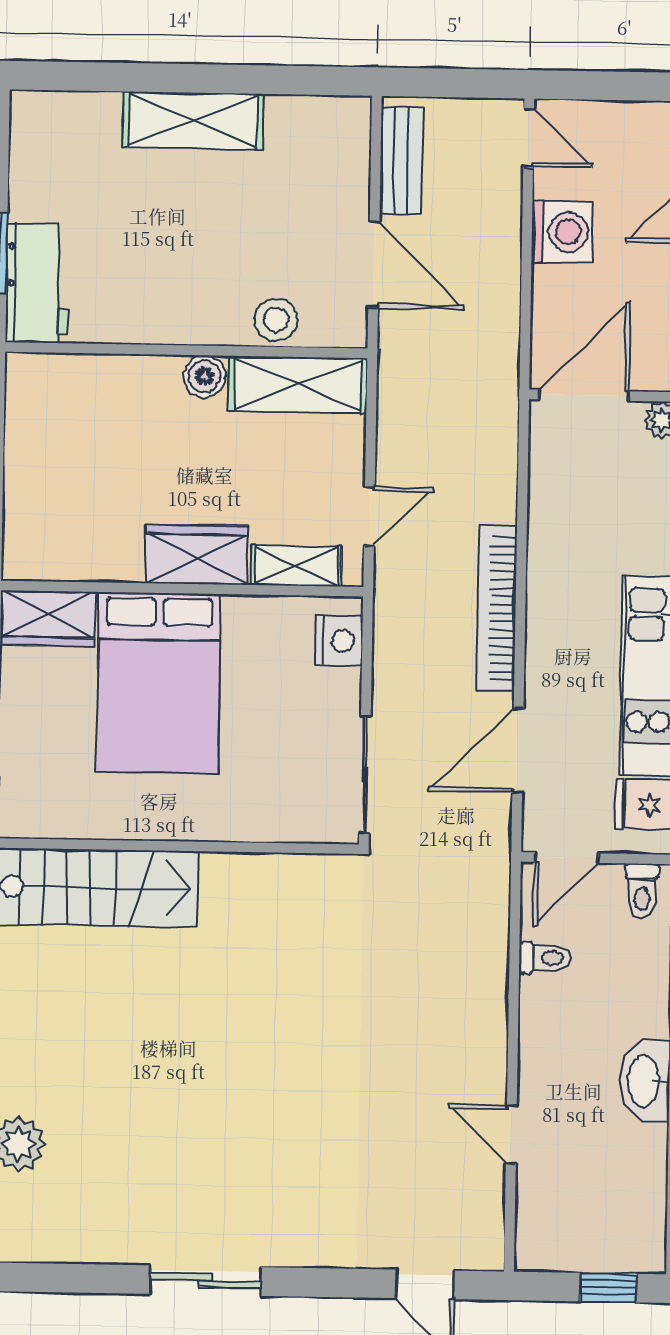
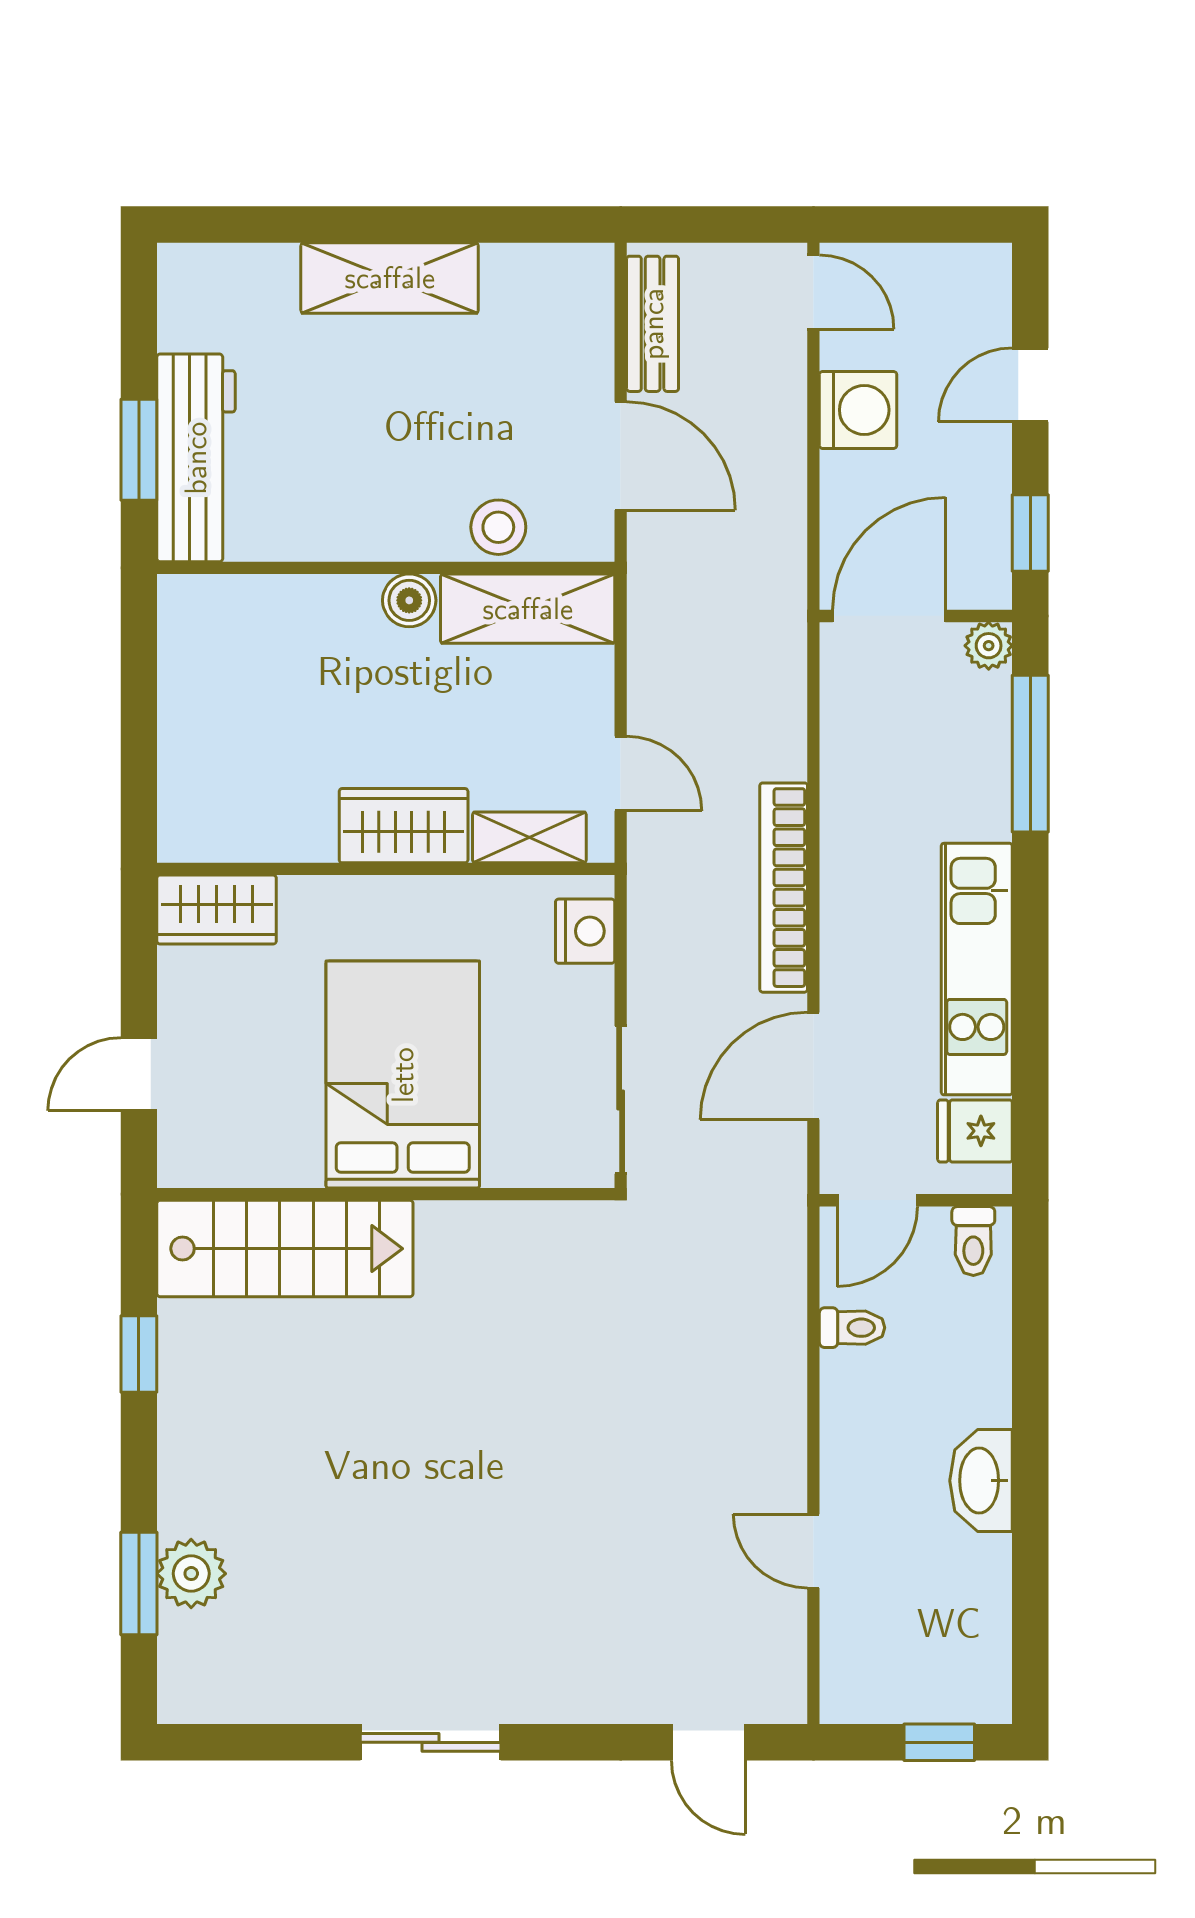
workbench: (37, 283) -> (196, 458), width x1.38
door: (369, 516) -> (621, 774), hinge flipped
bed: (158, 683) -> (403, 1075), moved, turned 180

